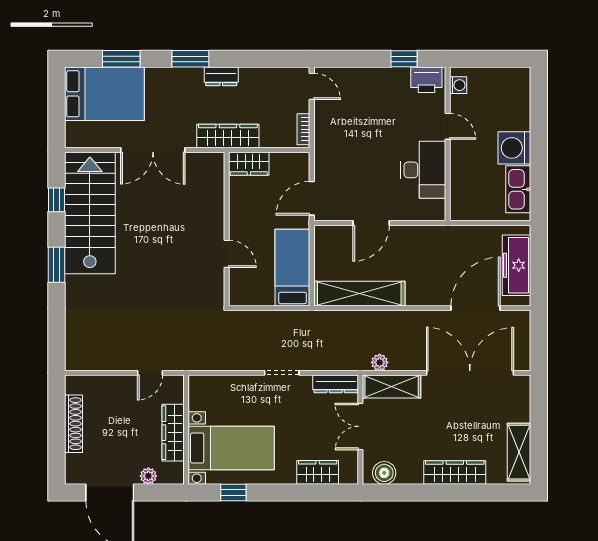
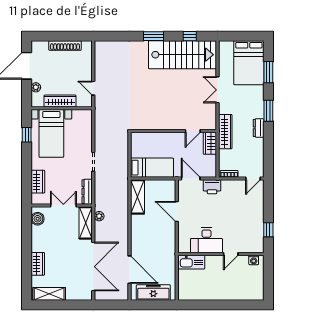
printer: (426, 80) -> (212, 187), moved, turned -90
washing machine: (514, 148) -> (219, 291), removed
double door: (153, 150) -> (218, 90), width x0.73
kitchen sink: (518, 189) -> (192, 262), moved, turned 180
door: (227, 254) -> (193, 131), moved
shelving: (359, 294) -> (137, 197), width x0.68
wardrobe: (455, 472) -> (38, 264), width x0.67

